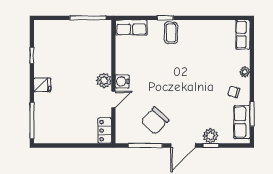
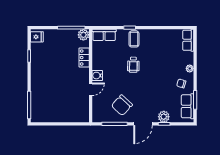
wheelchair: (170, 67) -> (133, 65), added
plant: (104, 80) -> (83, 35), moved
fridge: (42, 85) -> (37, 37), moved
locker: (105, 131) -> (84, 58), moved

